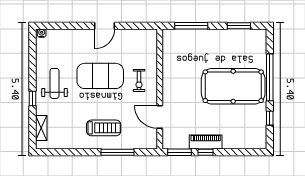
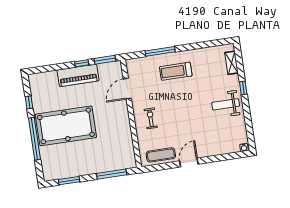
exercise mat: (100, 76) -> (161, 155), moved, width x0.50, depth x0.69
weight bench: (55, 83) -> (226, 104), turned 90
door: (160, 117) -> (127, 89), swing flipped
piano: (206, 142) -> (78, 75), width x1.37, depth x1.33

